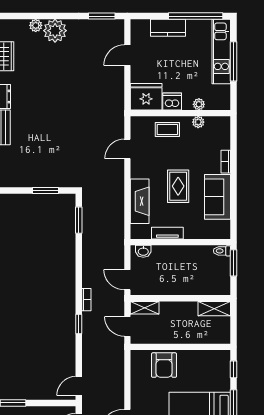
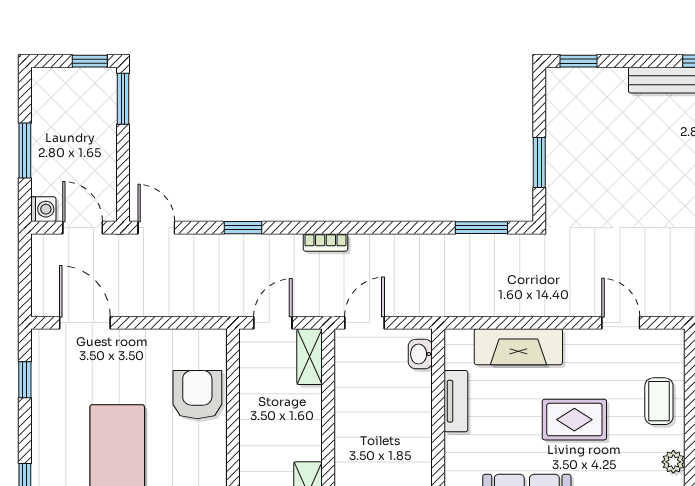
rug: (178, 186) -> (574, 420), moved
window: (79, 324) -> (243, 228), moved
armchair: (164, 365) -> (197, 395), turned 90

